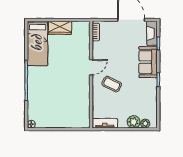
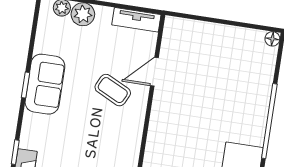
sofa: (148, 62) -> (45, 84), moved
door: (91, 67) -> (154, 72), moved

